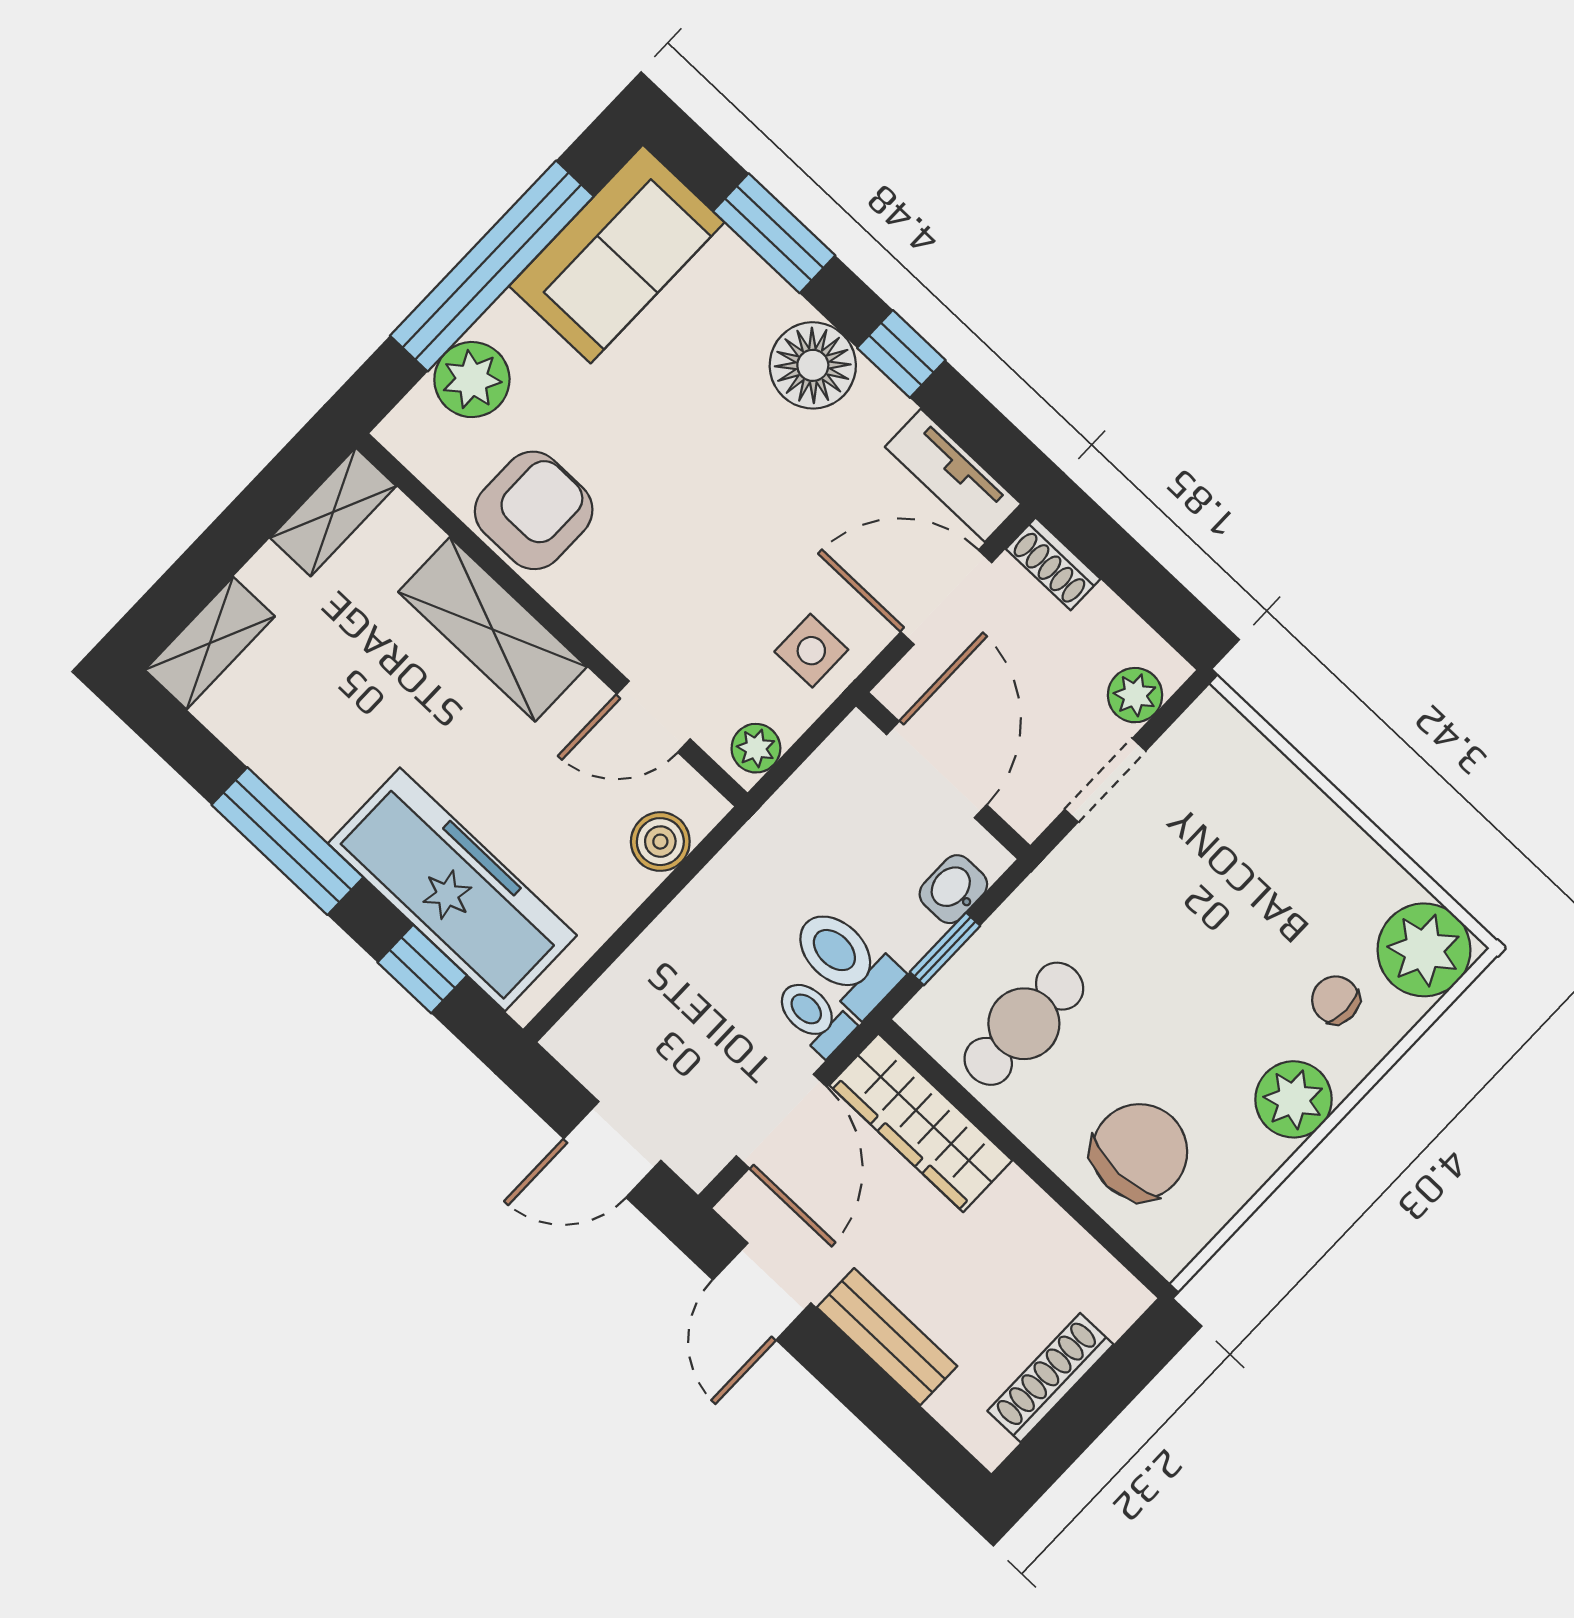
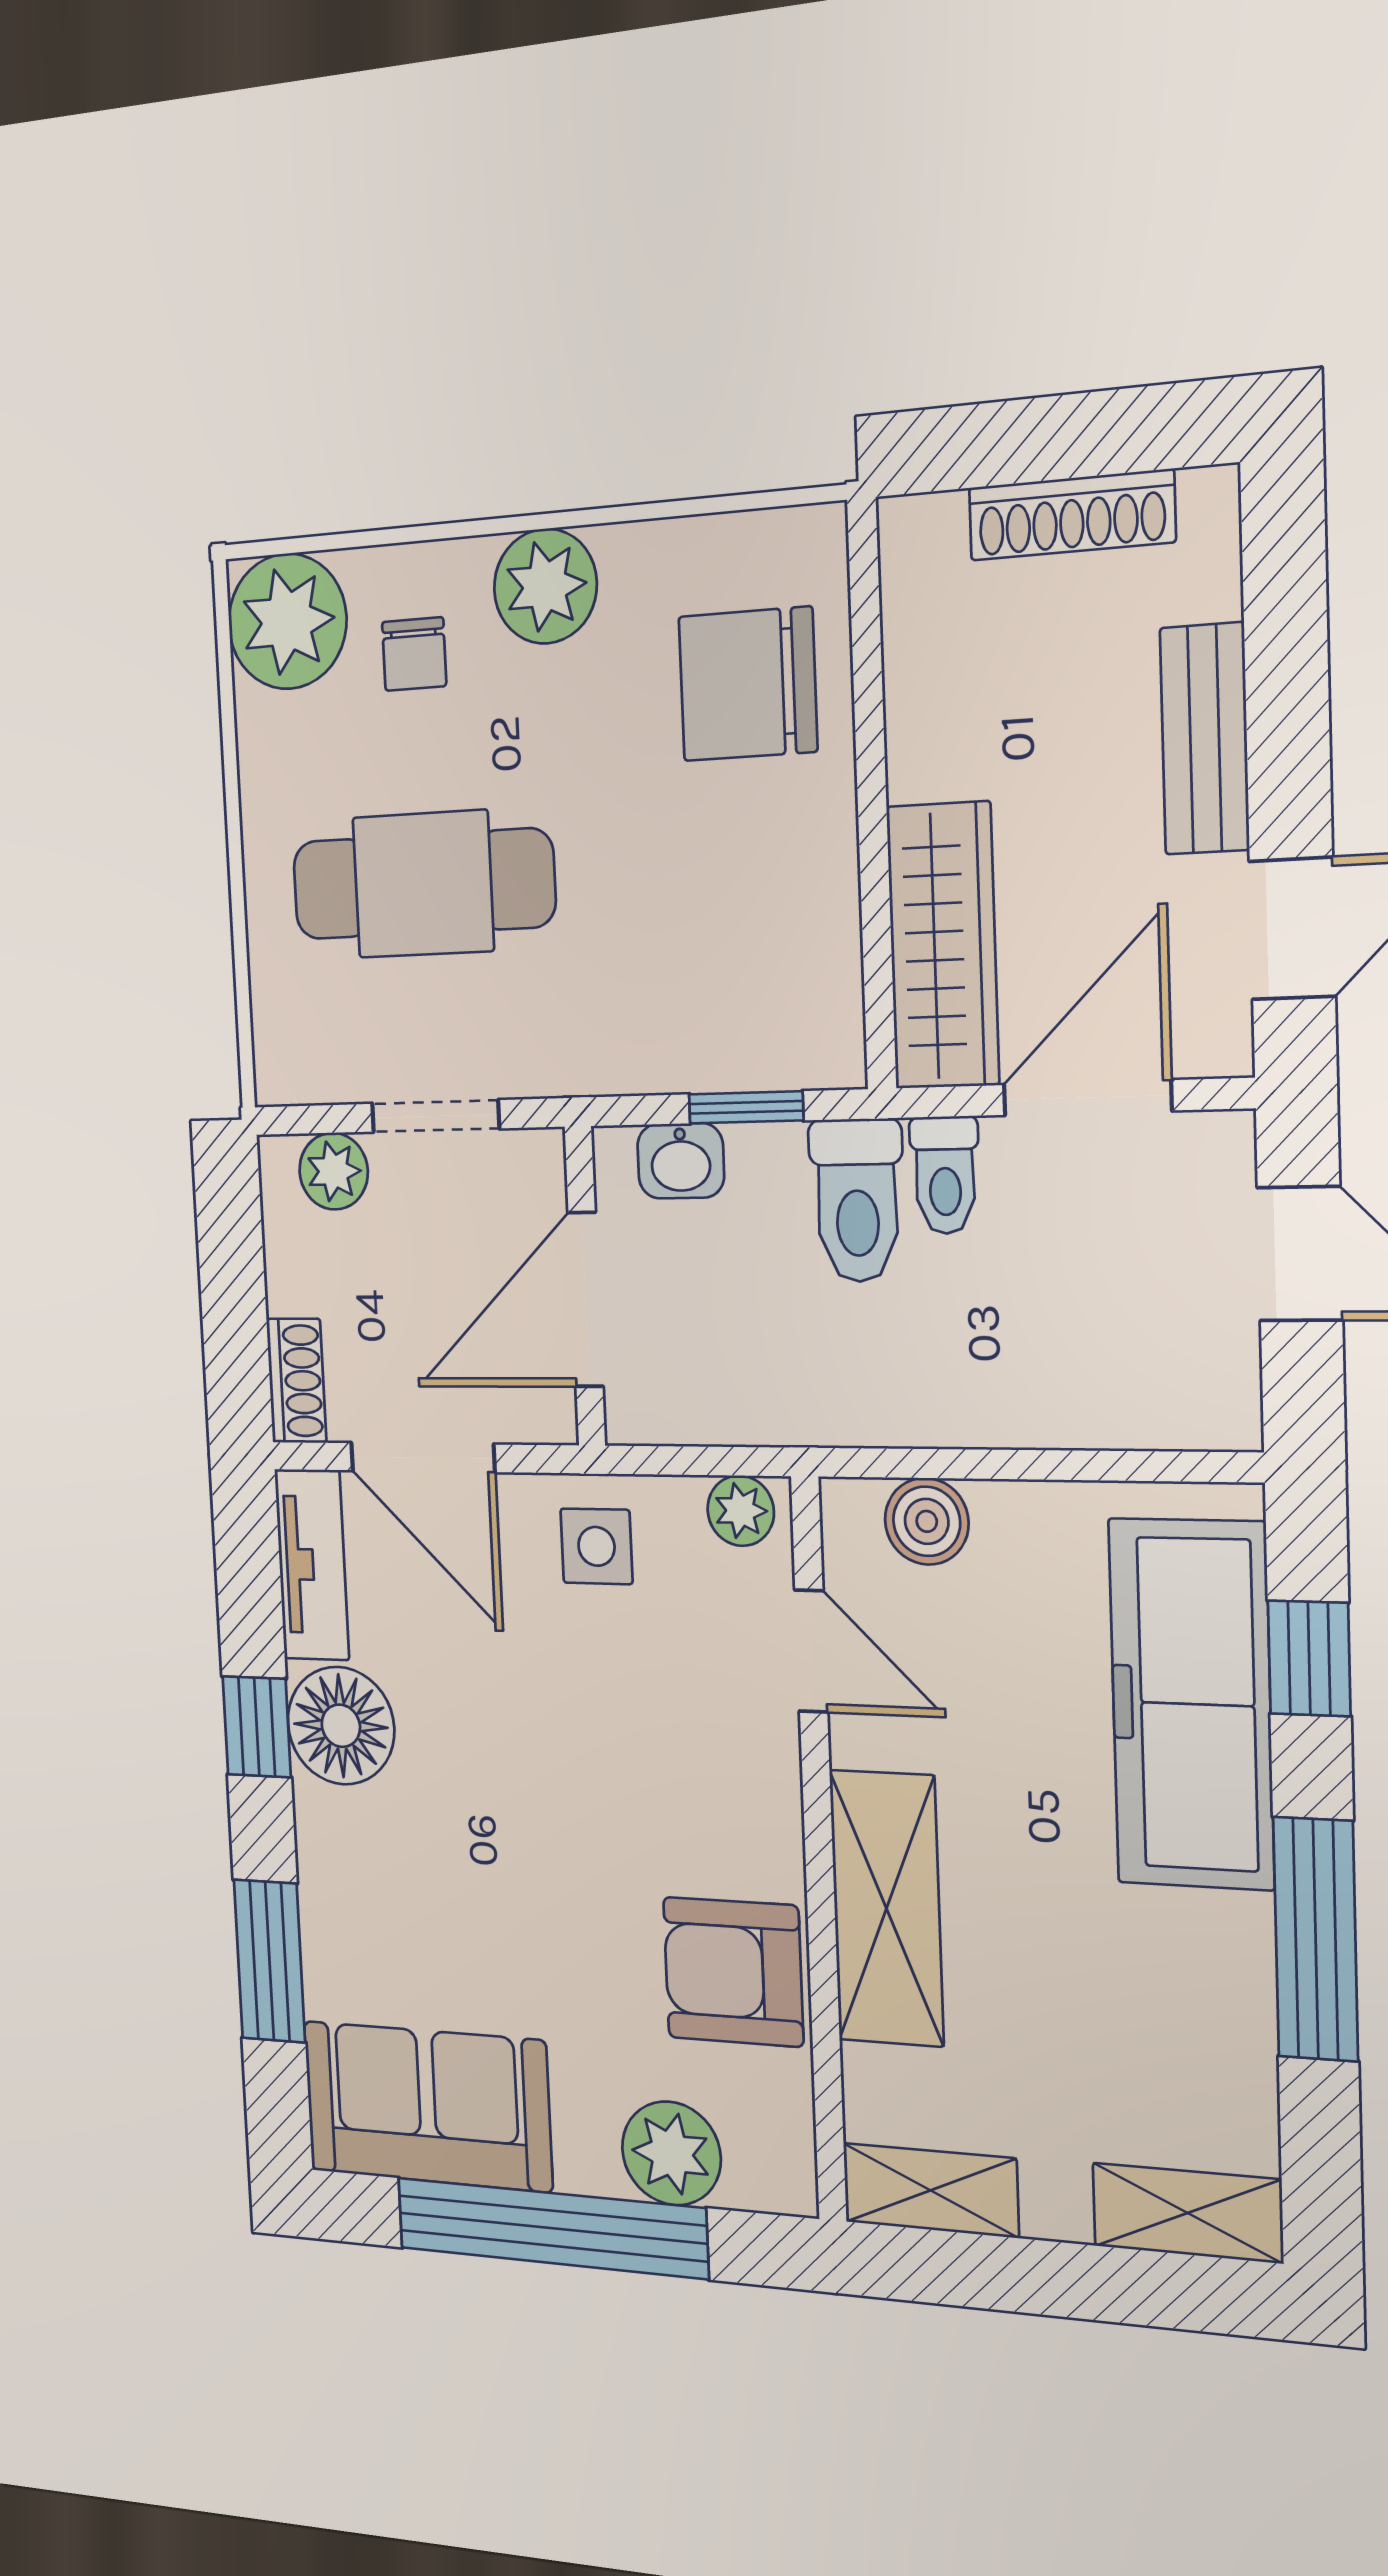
floor lamp: (813, 365) -> (341, 1726), moved
cafe table: (1024, 1024) -> (423, 884), moved, width x1.37, depth x1.35

